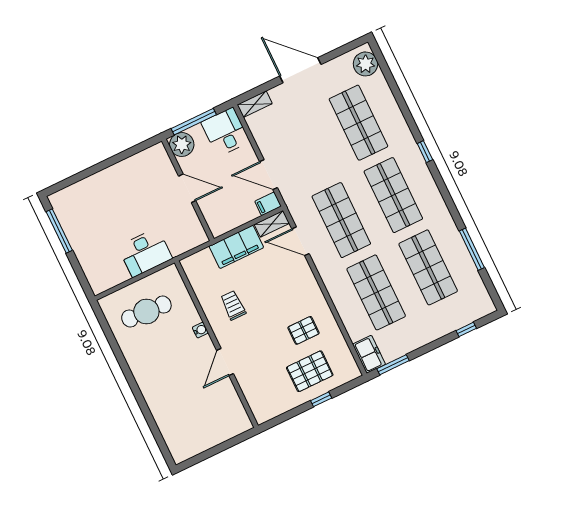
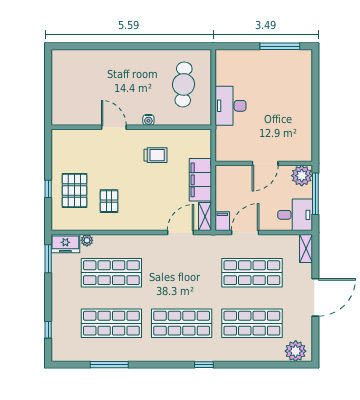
shop shelf: (341, 220) -> (252, 273), moved
plant: (355, 334) -> (87, 240), added

